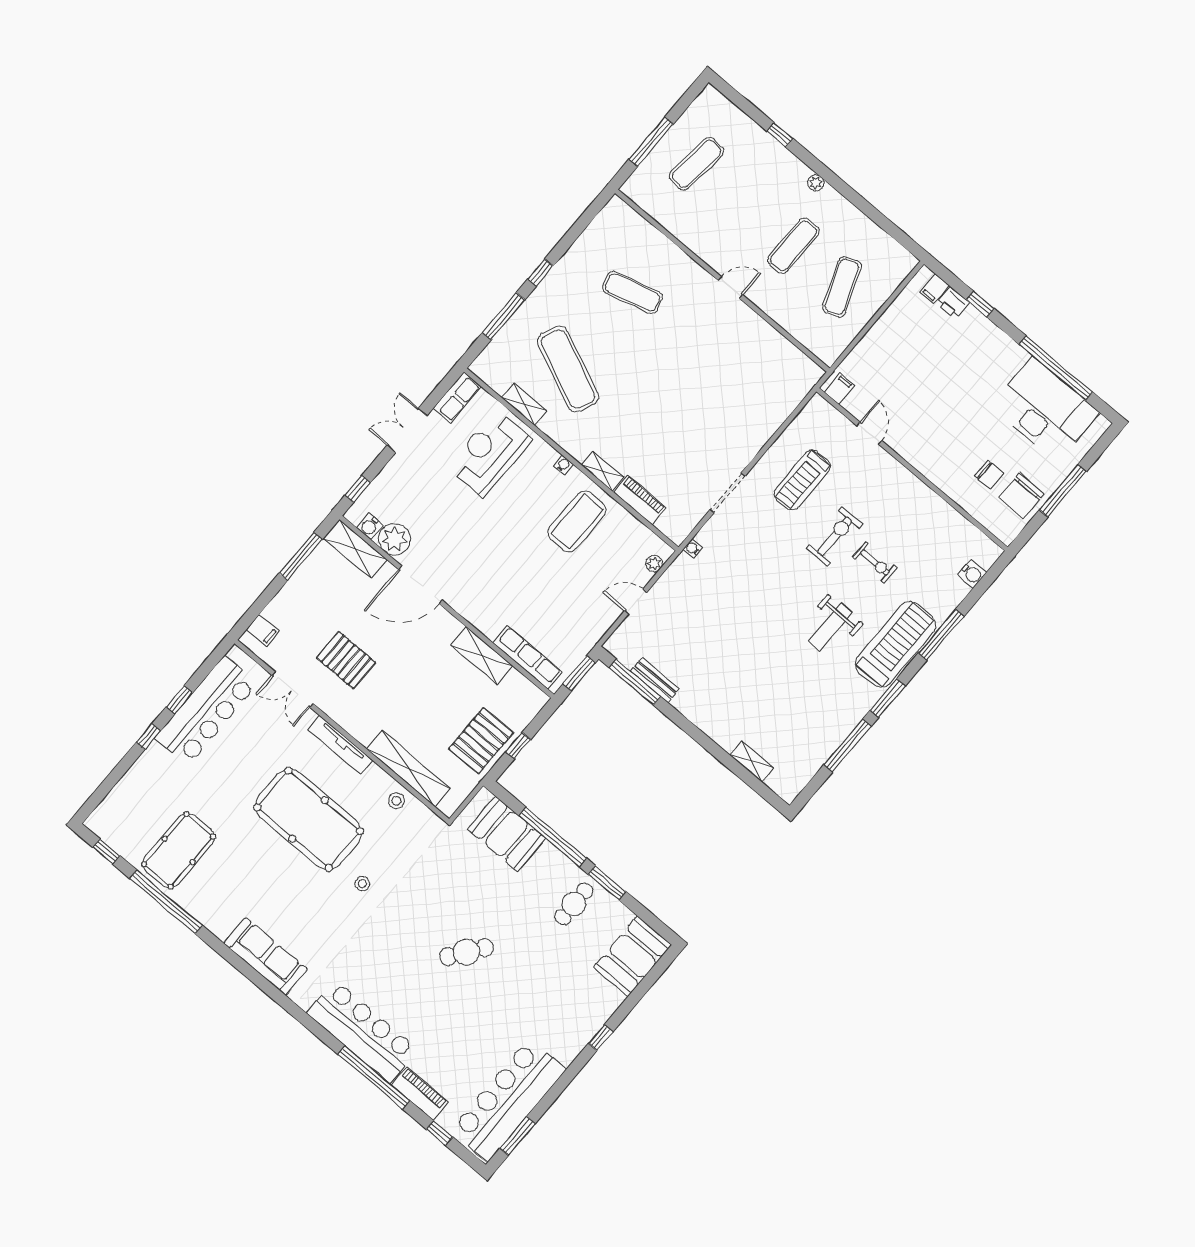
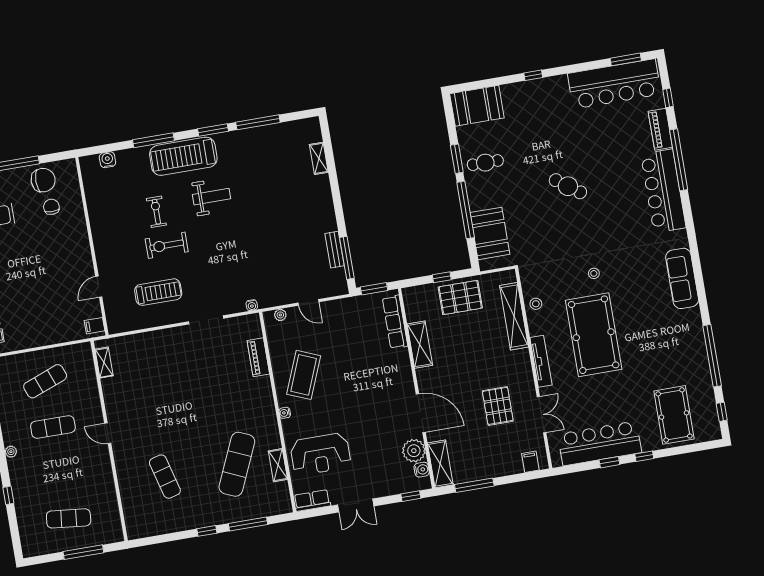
shelving: (602, 471) -> (104, 363), moved
coffee table: (577, 521) -> (304, 375), turned -68
pool table: (179, 850) -> (674, 415), moved, turned 90

